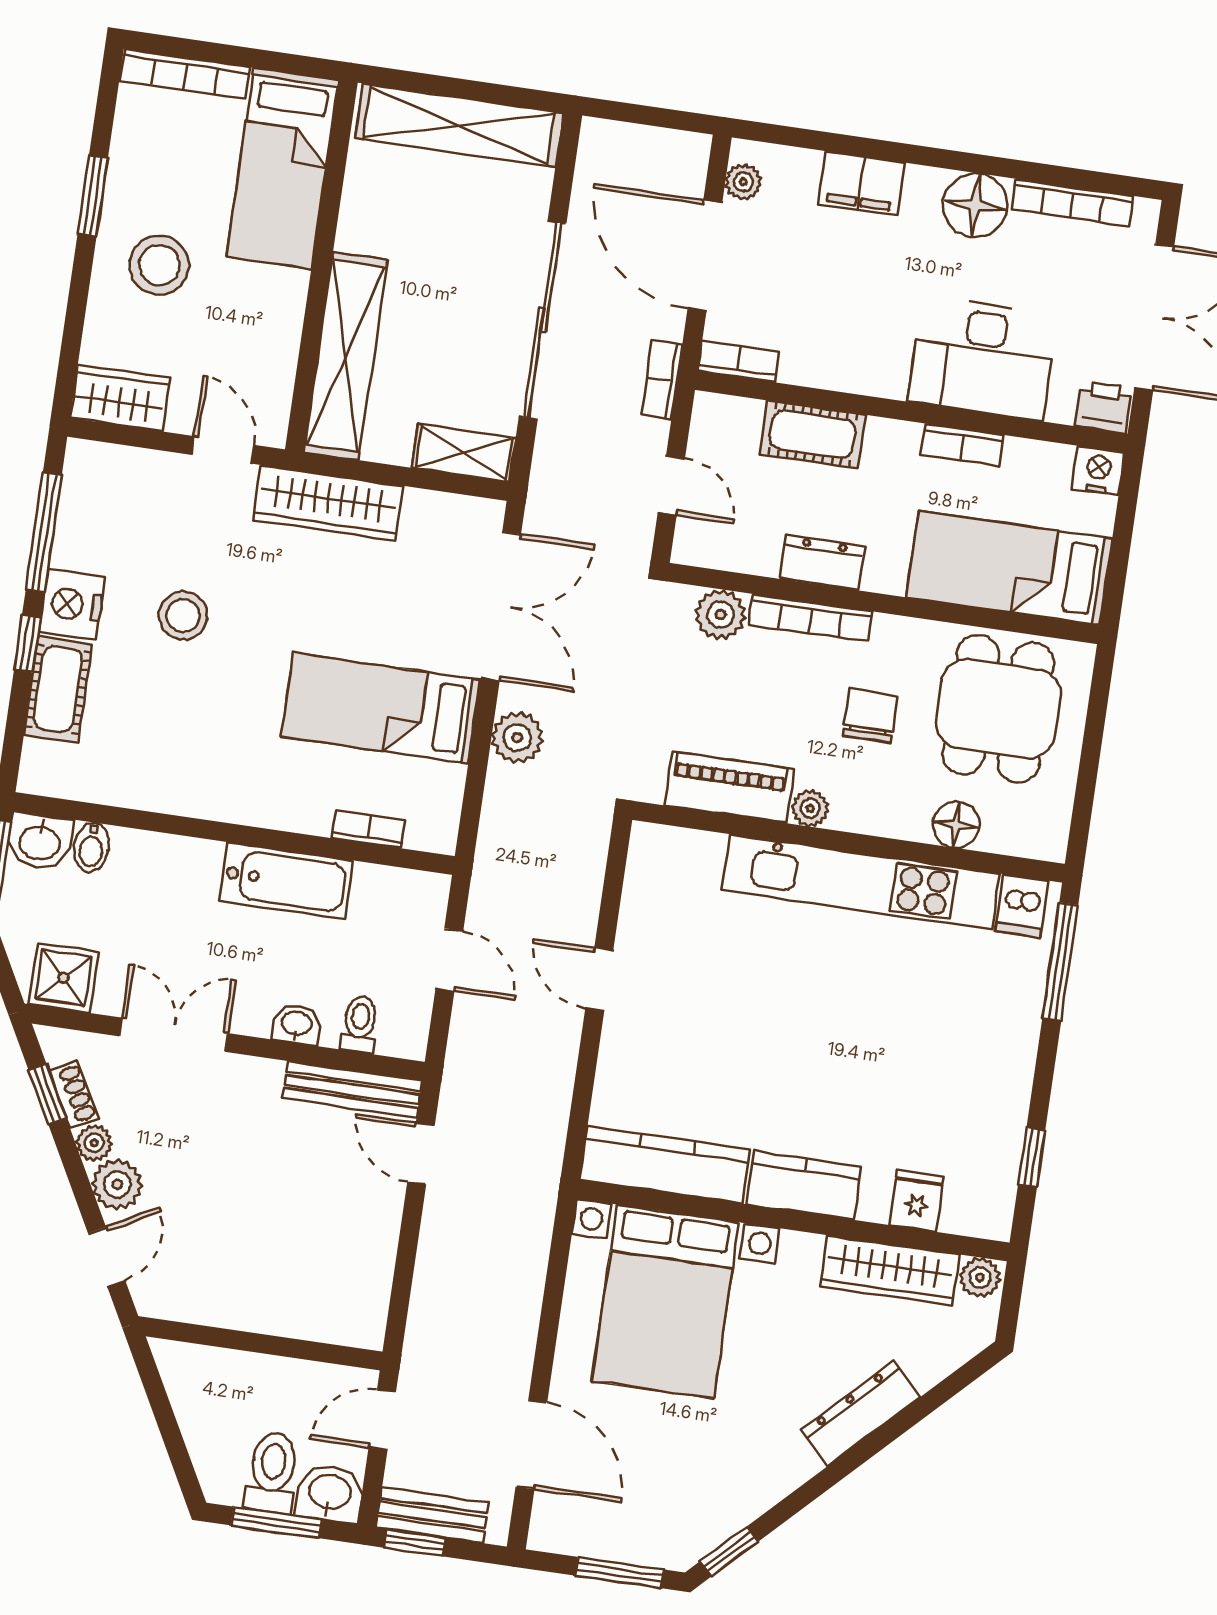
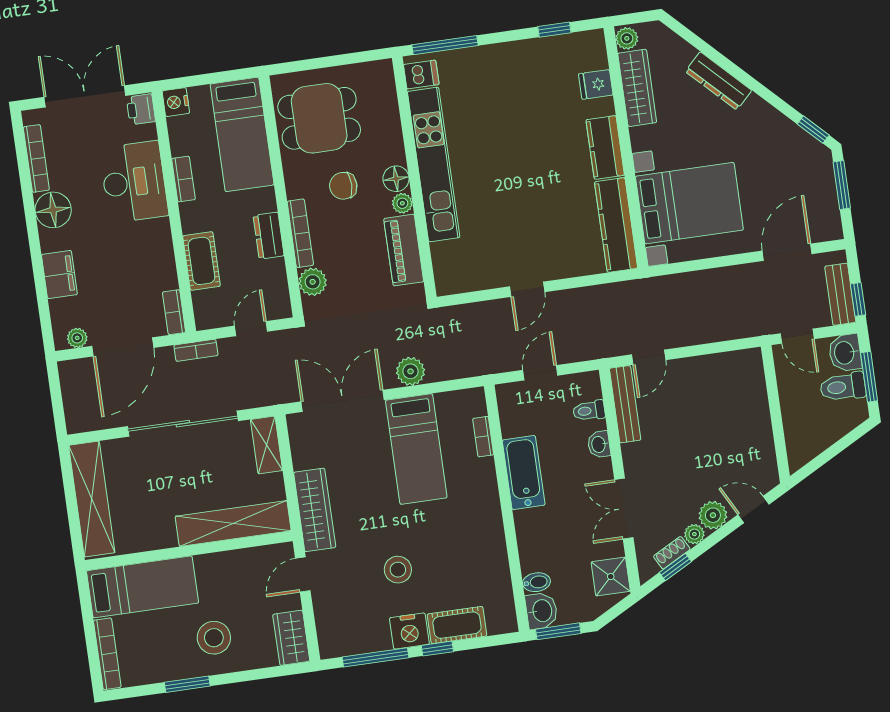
floor lamp: (956, 825) -> (396, 179), moved

